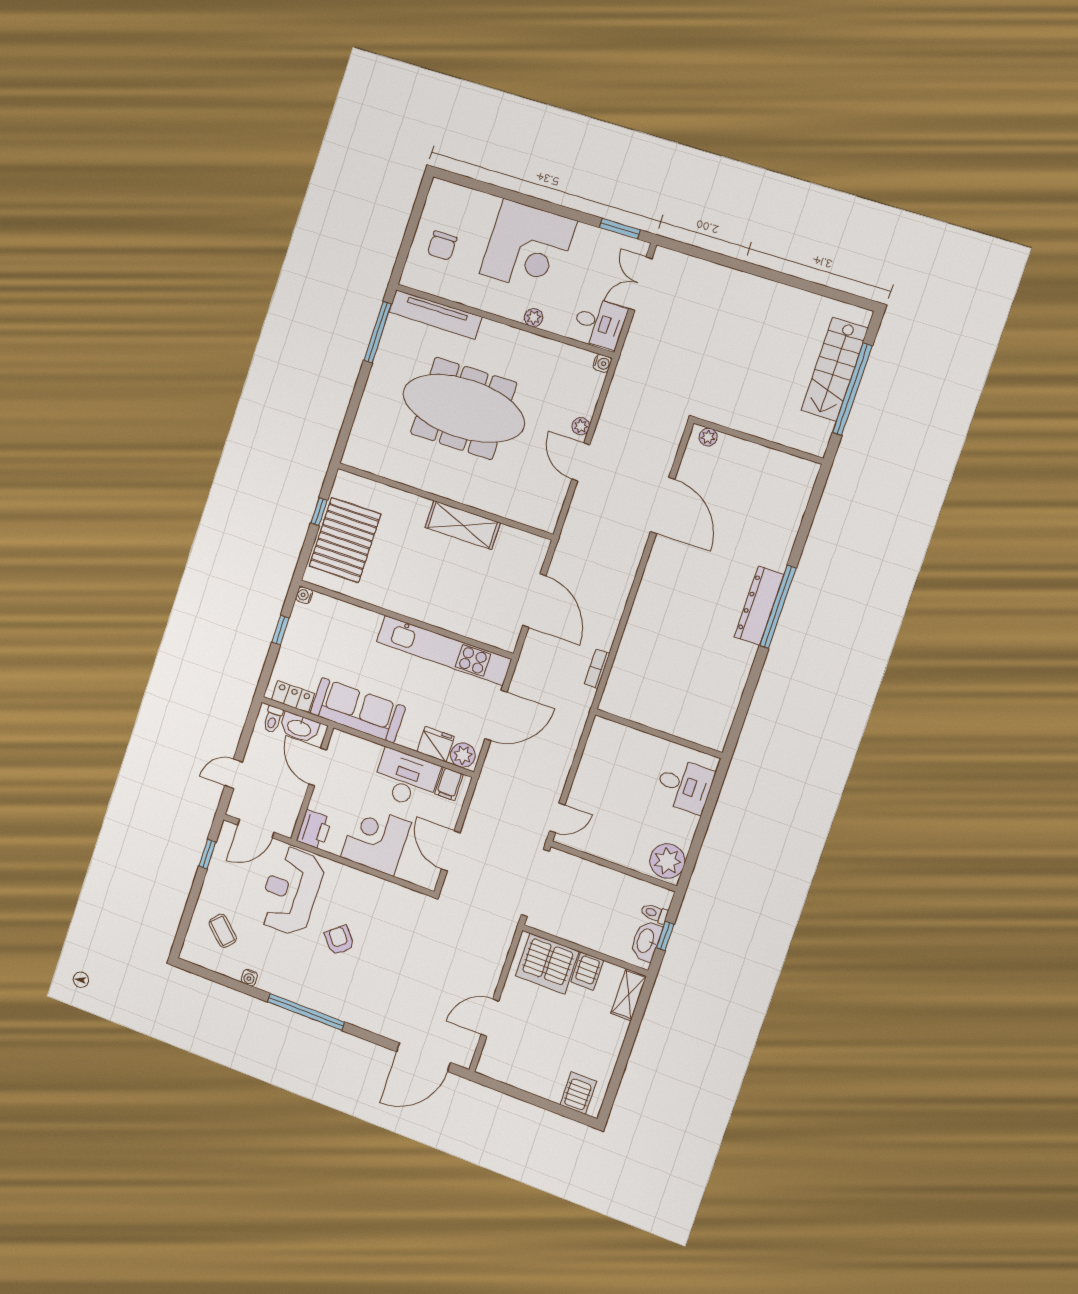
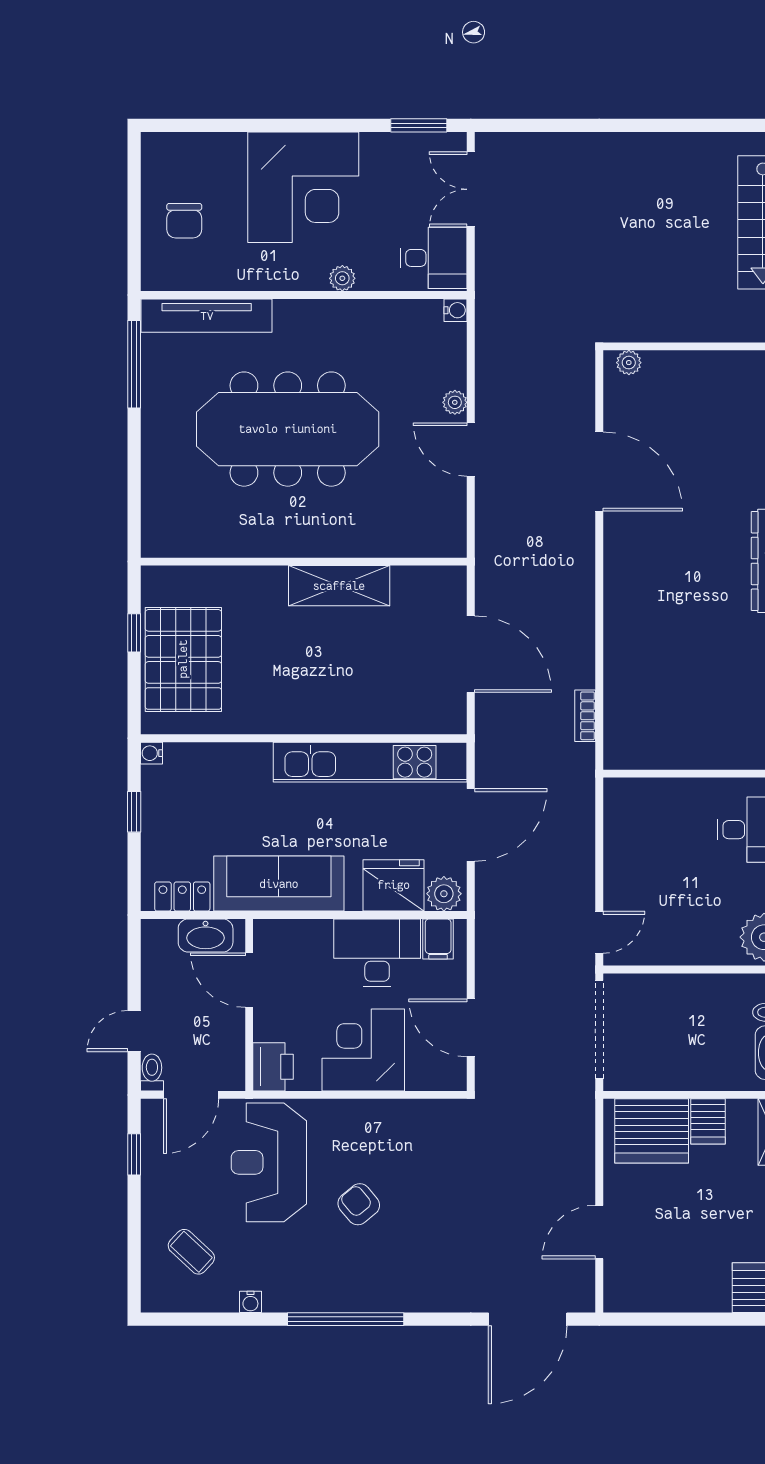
toilet: (273, 719) -> (152, 1072), moved, turned 180
fridge: (436, 744) -> (394, 885), width x1.36, depth x1.34

